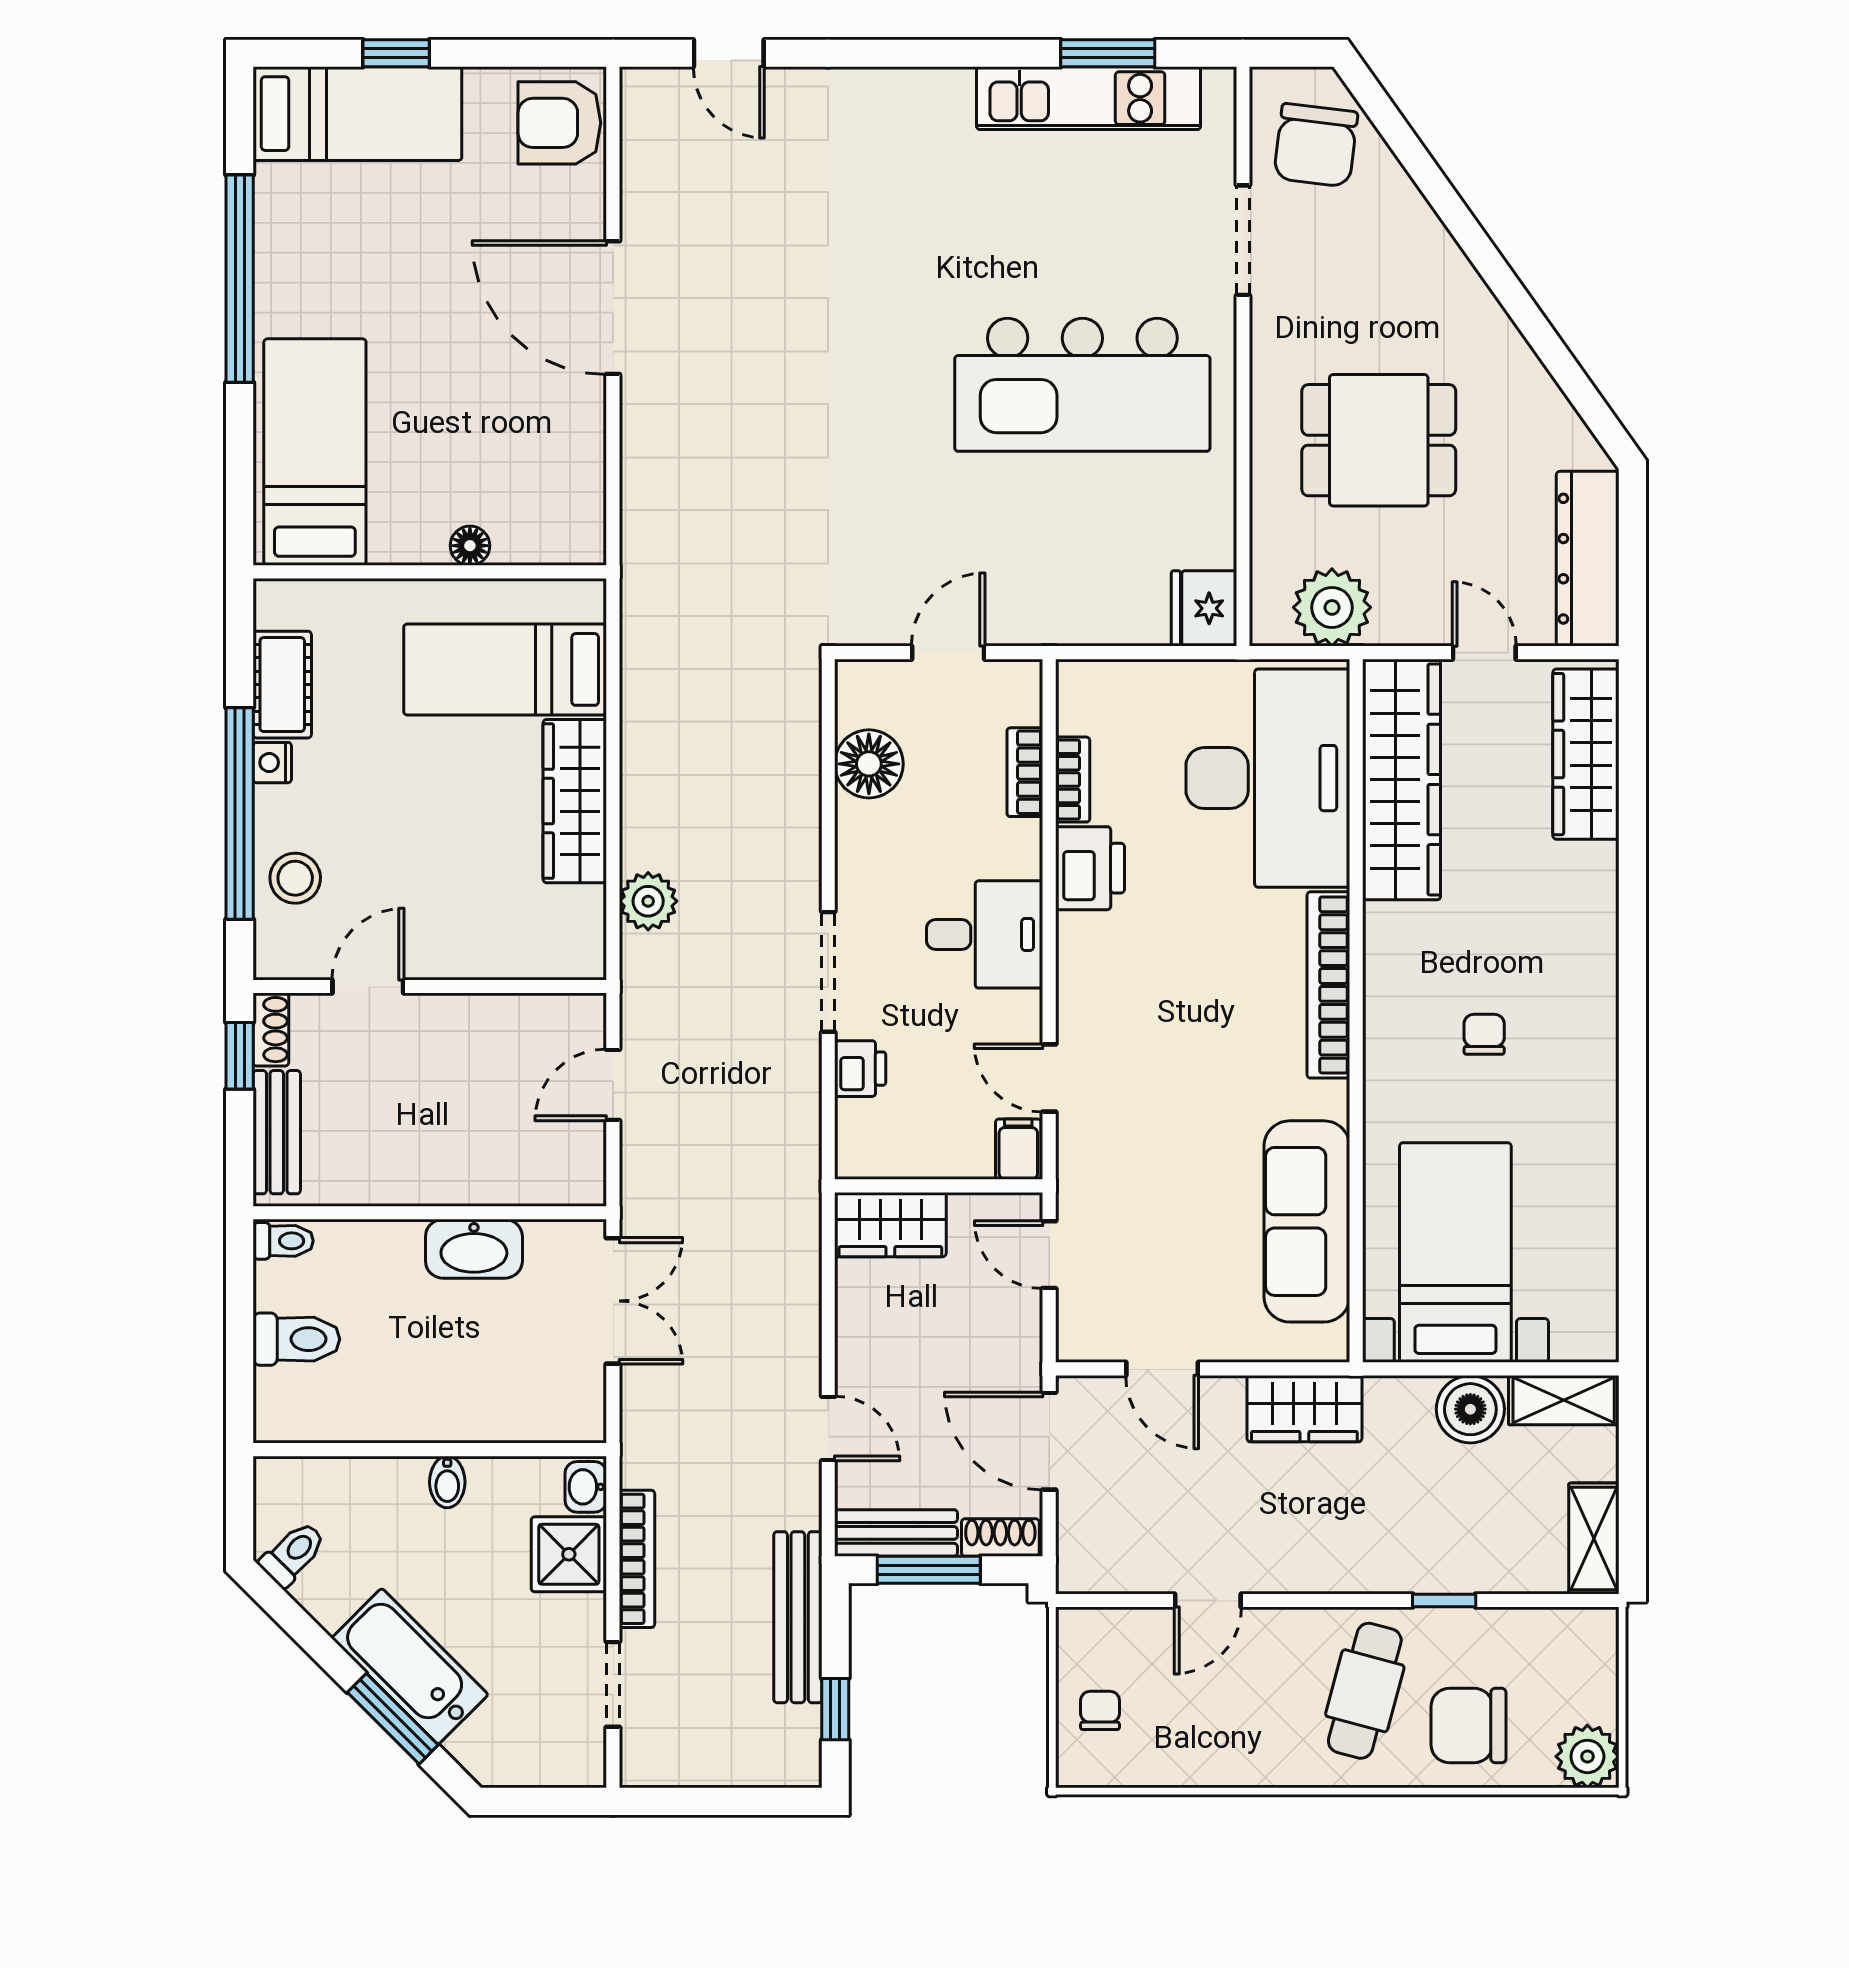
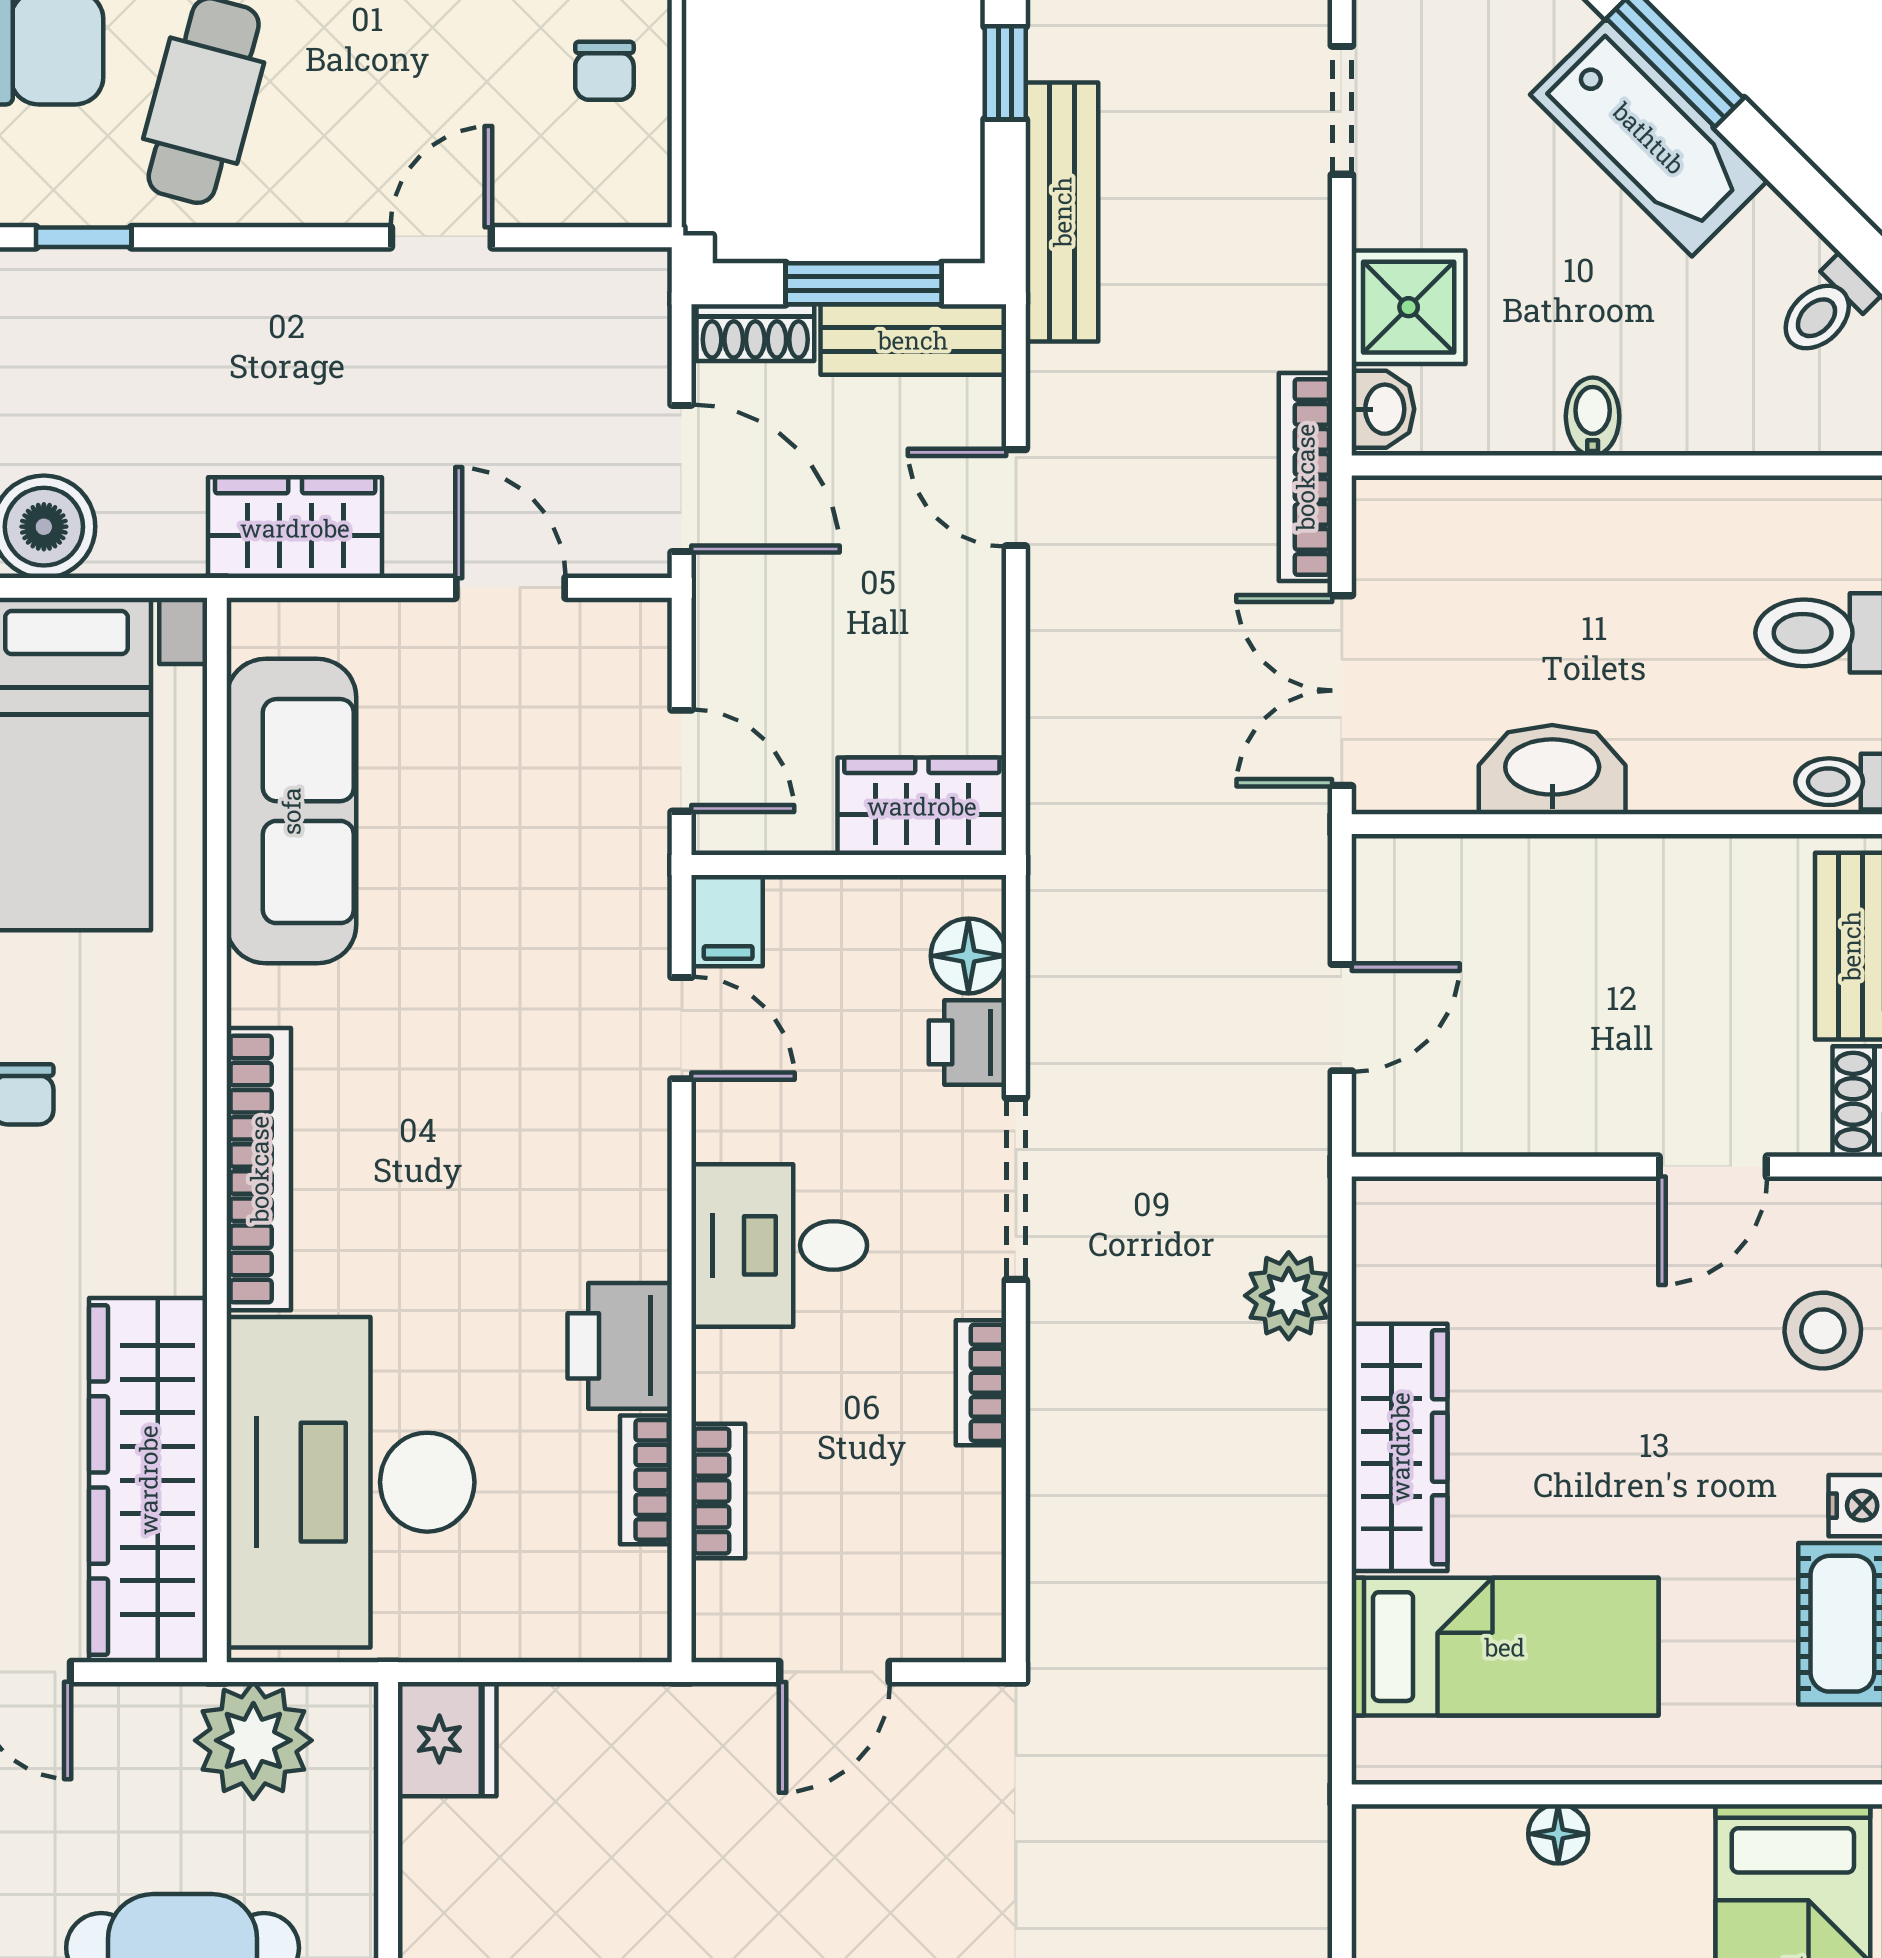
floor lamp: (869, 764) -> (968, 956), moved, width x0.73, depth x0.73
bookcase: (851, 844) -> (981, 1383), added
bookcase: (637, 1559) -> (1305, 477), moved

